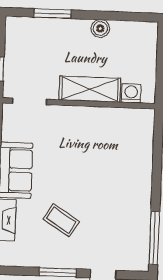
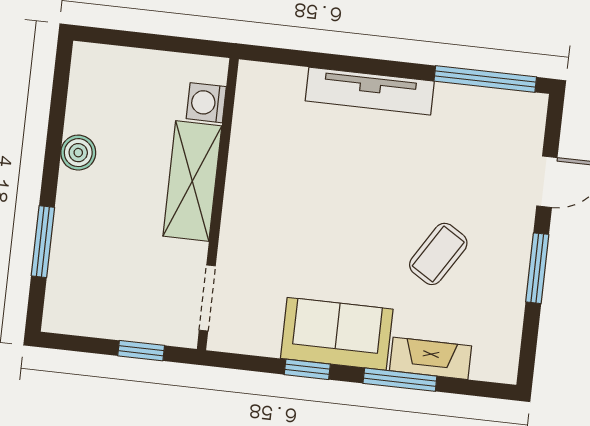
tv unit: (144, 178) -> (370, 91), added

